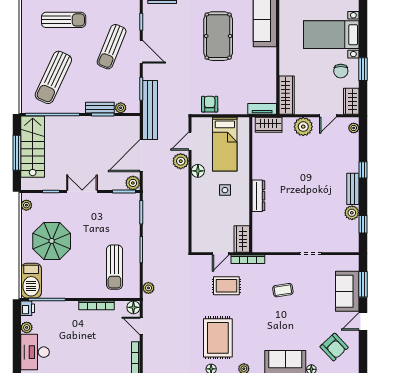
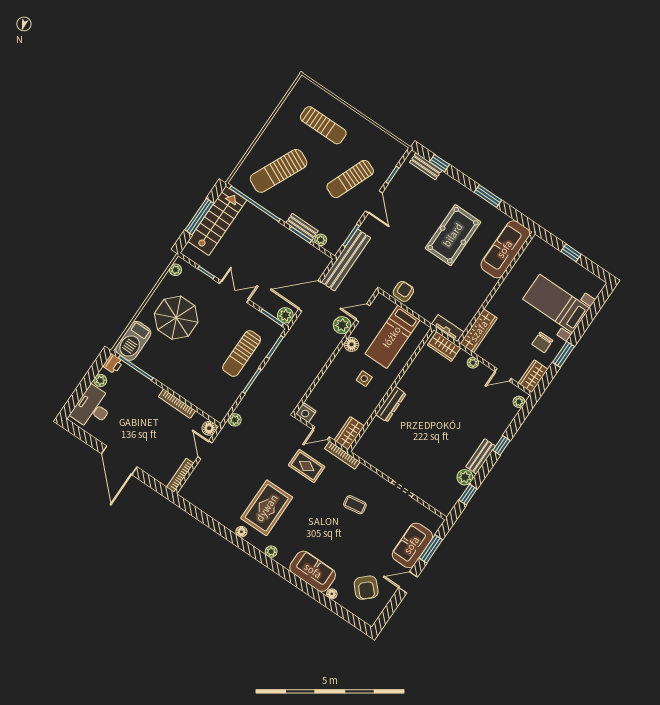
plant: (303, 127) -> (473, 363), width x0.53, depth x0.53
nightstand: (198, 246) -> (306, 413), added
sun lounger: (114, 267) -> (242, 354), moved

